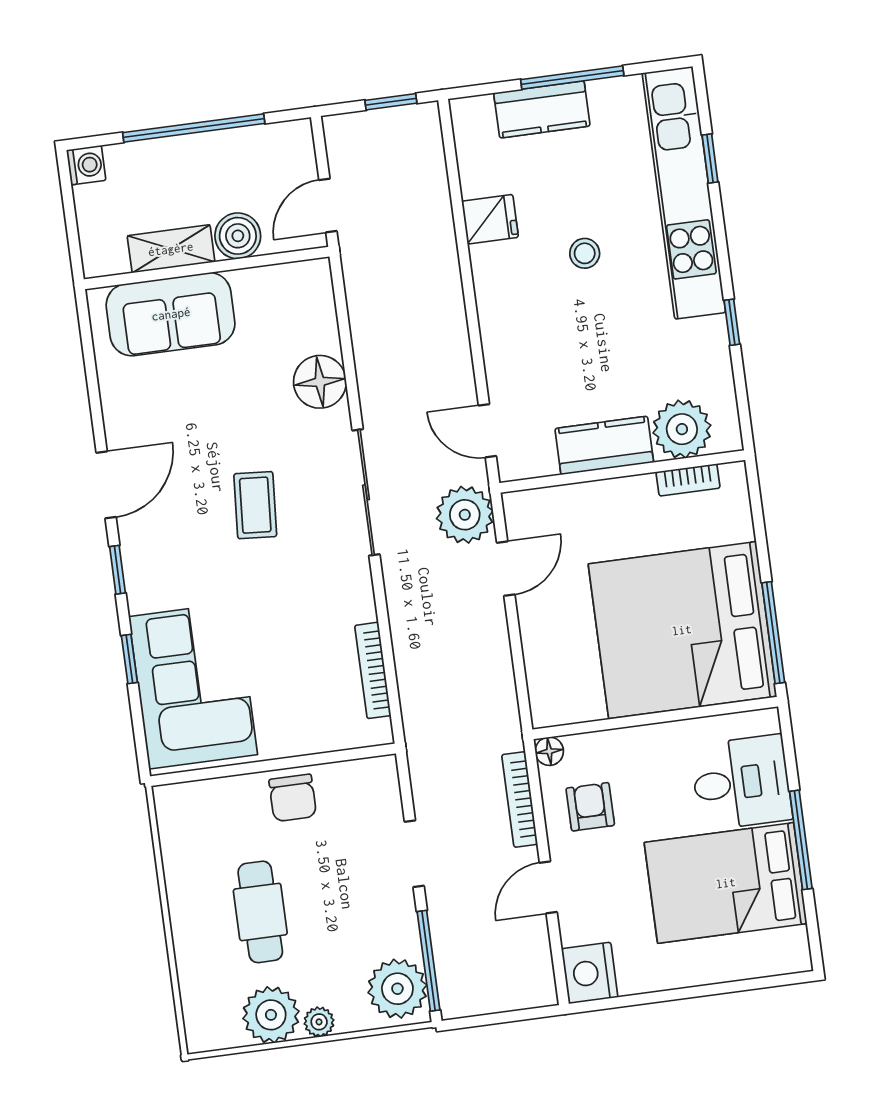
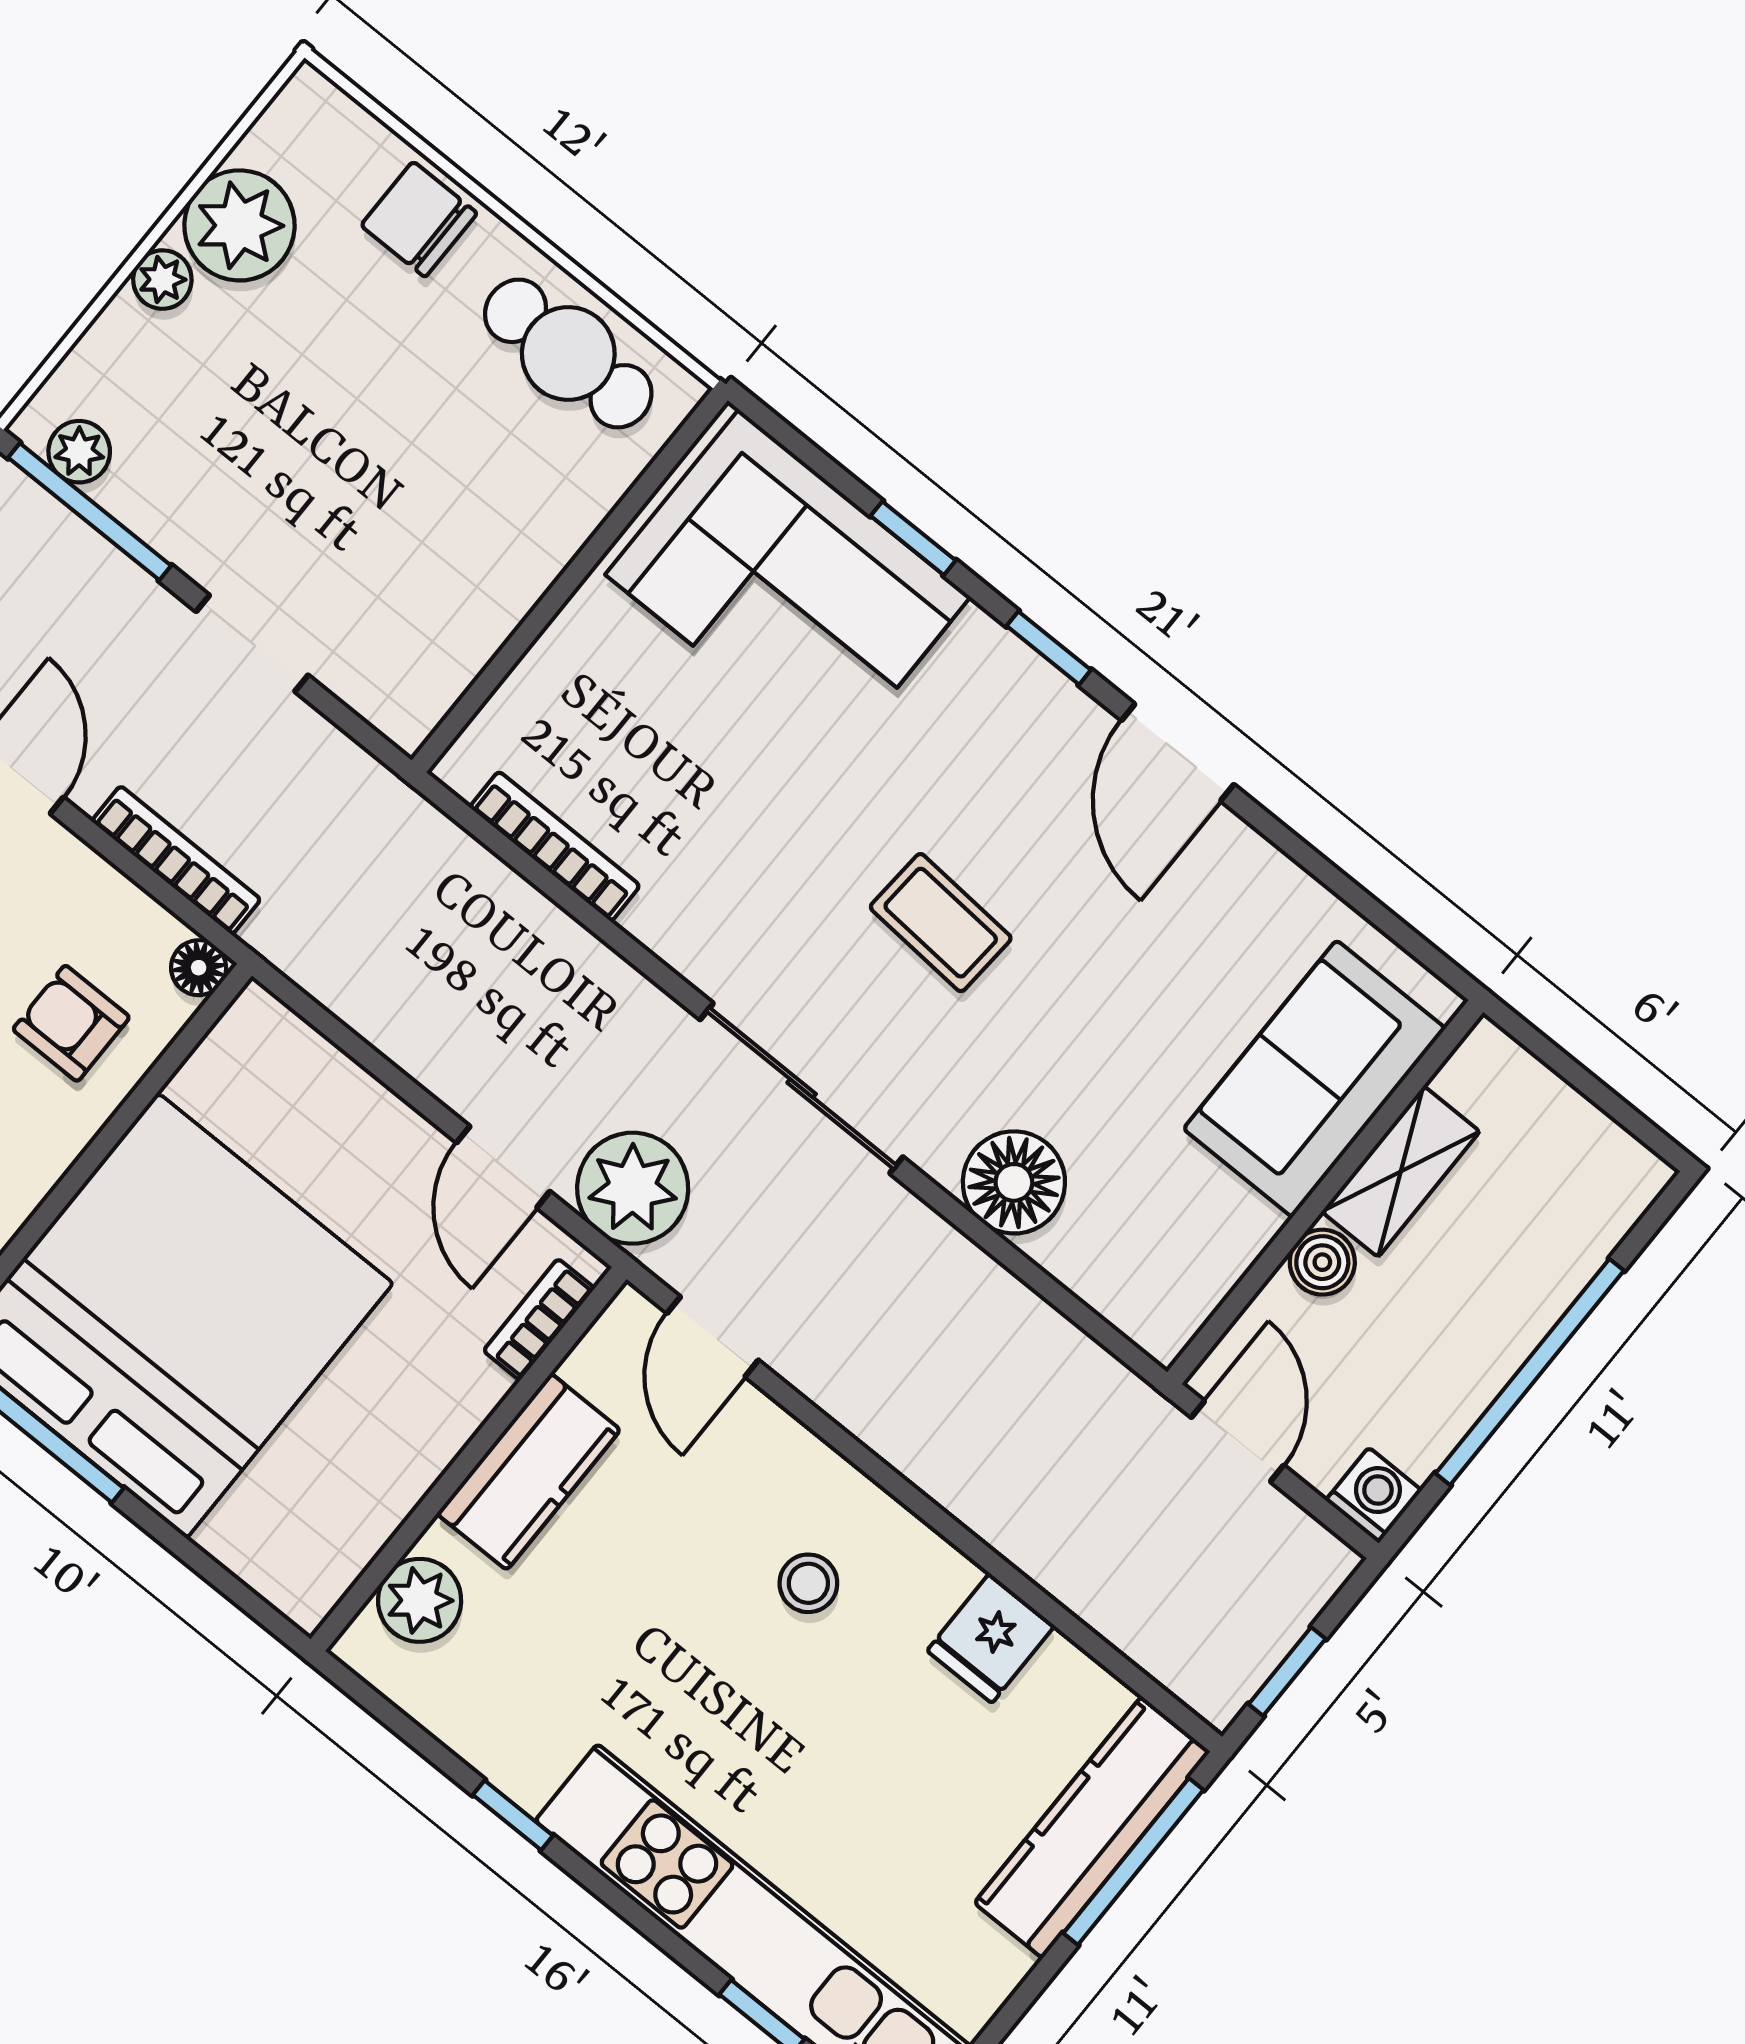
window: (572, 78) -> (1133, 1862), moved
kitchen counter: (542, 109) -> (1092, 1828), width x1.50
washing machine: (86, 165) -> (1374, 1495), moved, turned 180
boiler: (238, 236) -> (1322, 1262), width x0.73, depth x0.73
stool: (585, 253) -> (808, 1583), moved
plant: (682, 429) -> (420, 1600), width x0.73, depth x0.73
door: (487, 431) -> (713, 1337), swing flipped
bookcase: (688, 480) -> (539, 1319), moved
chair: (293, 798) -> (419, 219), moved
armchair: (590, 807) -> (71, 1023), moved, turned 180
cafe table: (260, 912) -> (568, 354), moved
plant: (397, 989) -> (79, 452), width x0.53, depth x0.53

